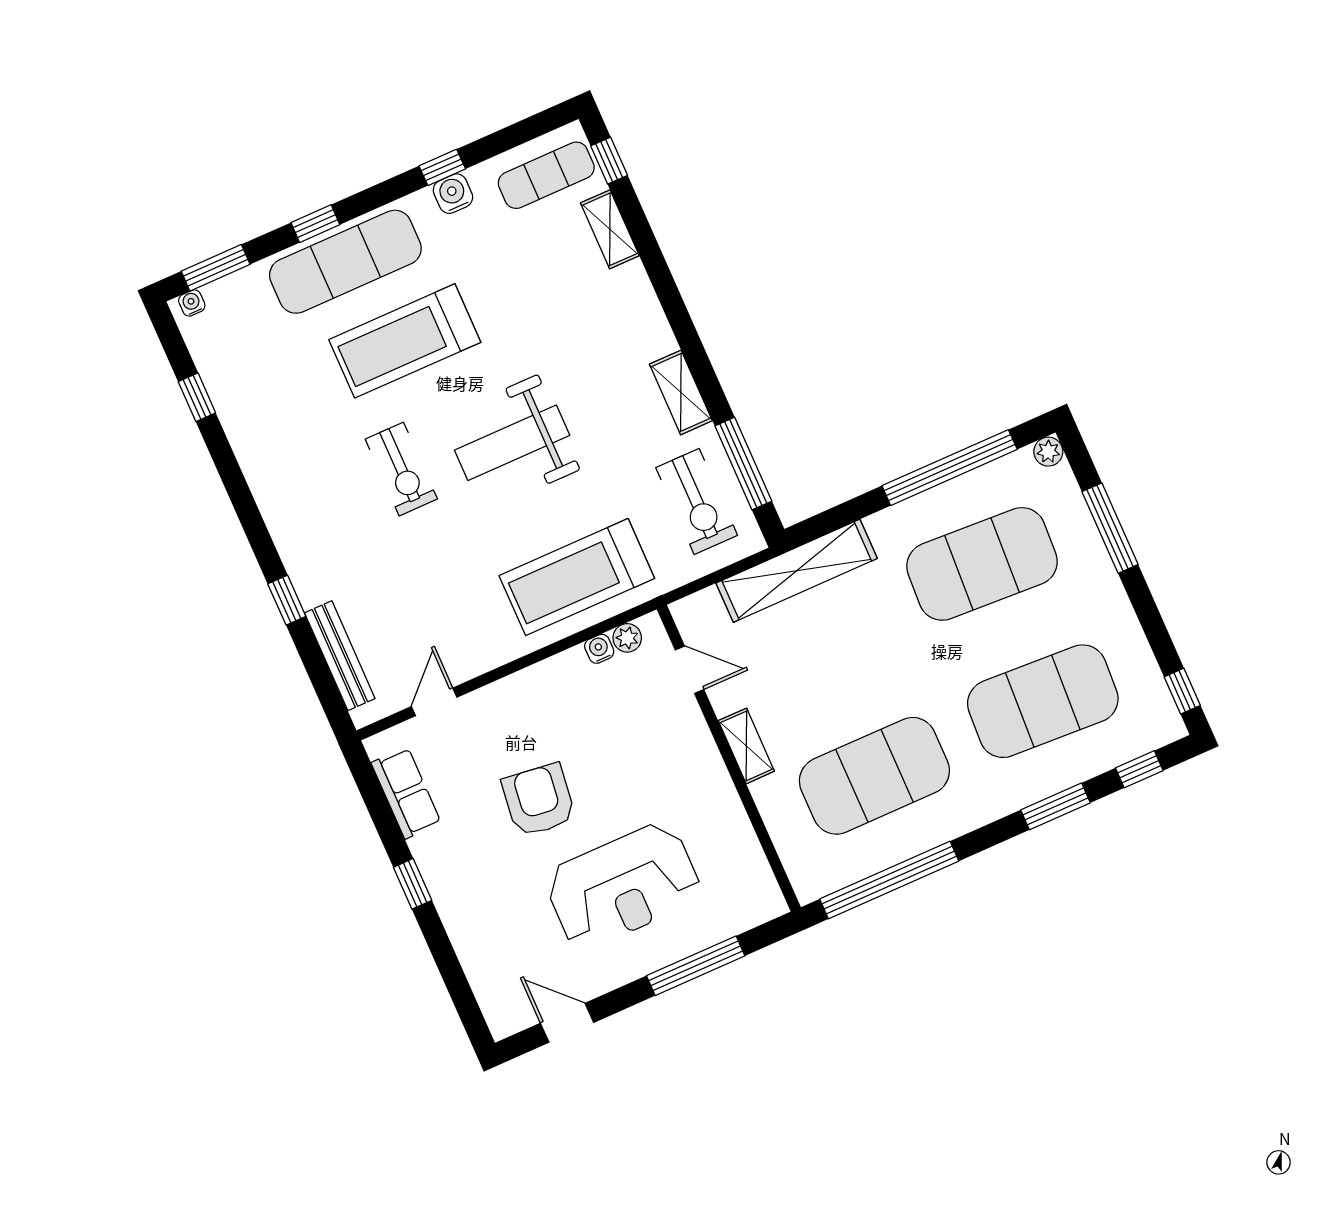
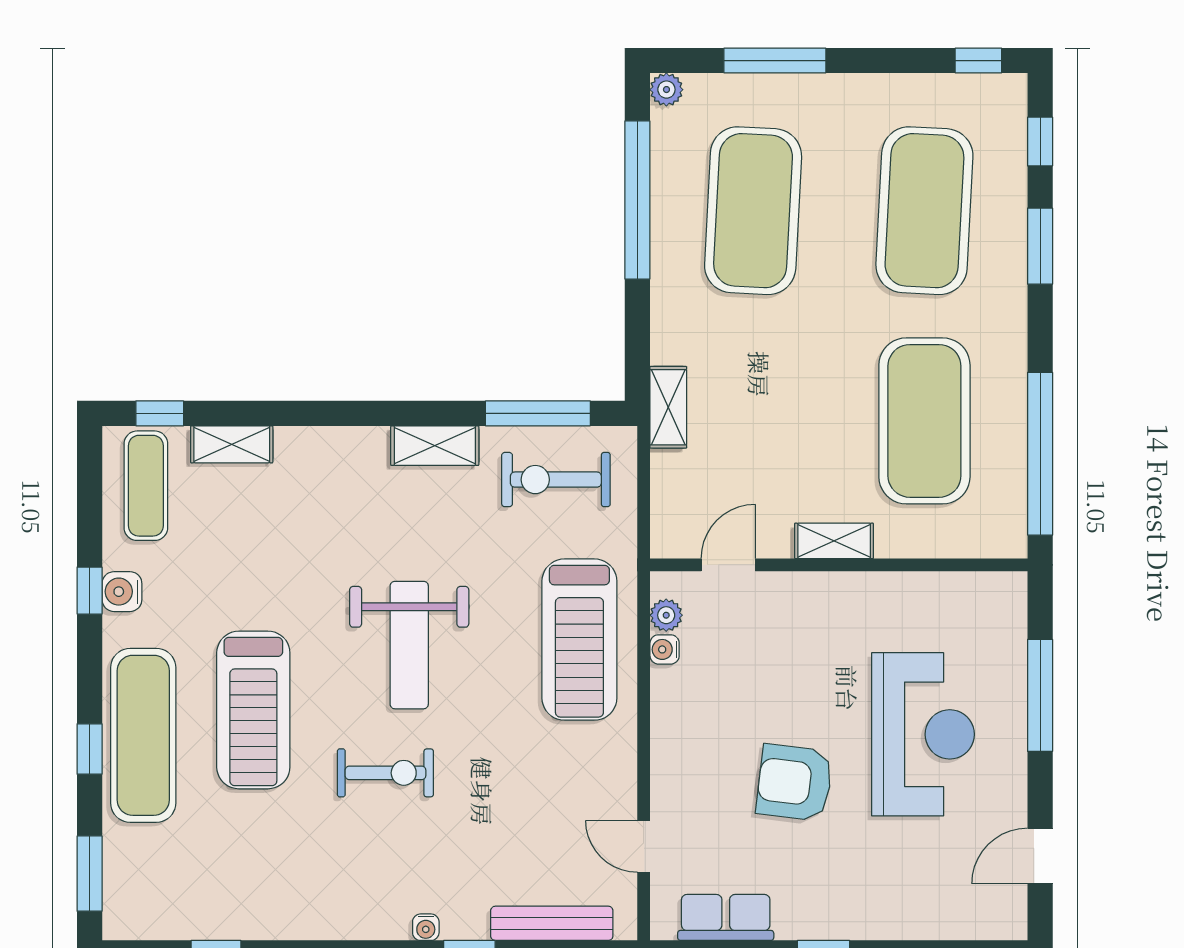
water cooler: (192, 303) -> (426, 927), moved, turned -90
exercise bike: (697, 501) -> (556, 480), turned 180
shelving: (797, 571) -> (668, 407), width x0.45, depth x0.75

